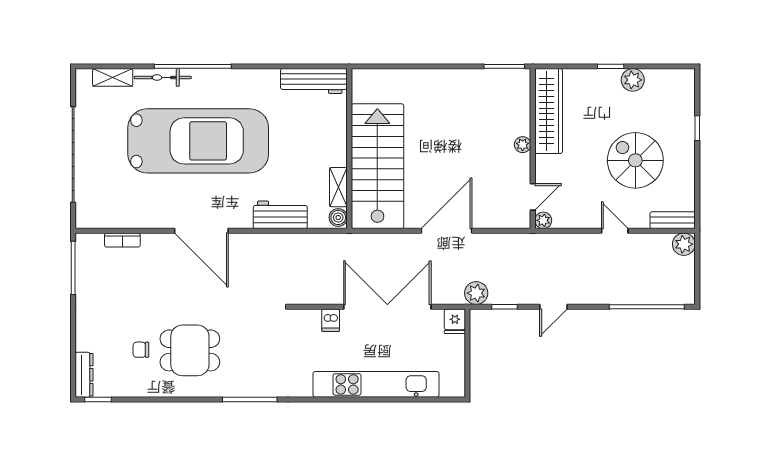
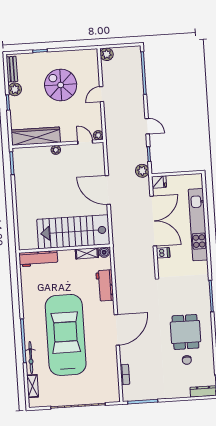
workbench: (314, 81) -> (38, 259), moved, turned 90
spiral stairs: (635, 160) -> (61, 85), turned 90
bench: (673, 220) -> (12, 69), moved
double door: (387, 307) -> (153, 221), swing flipped

